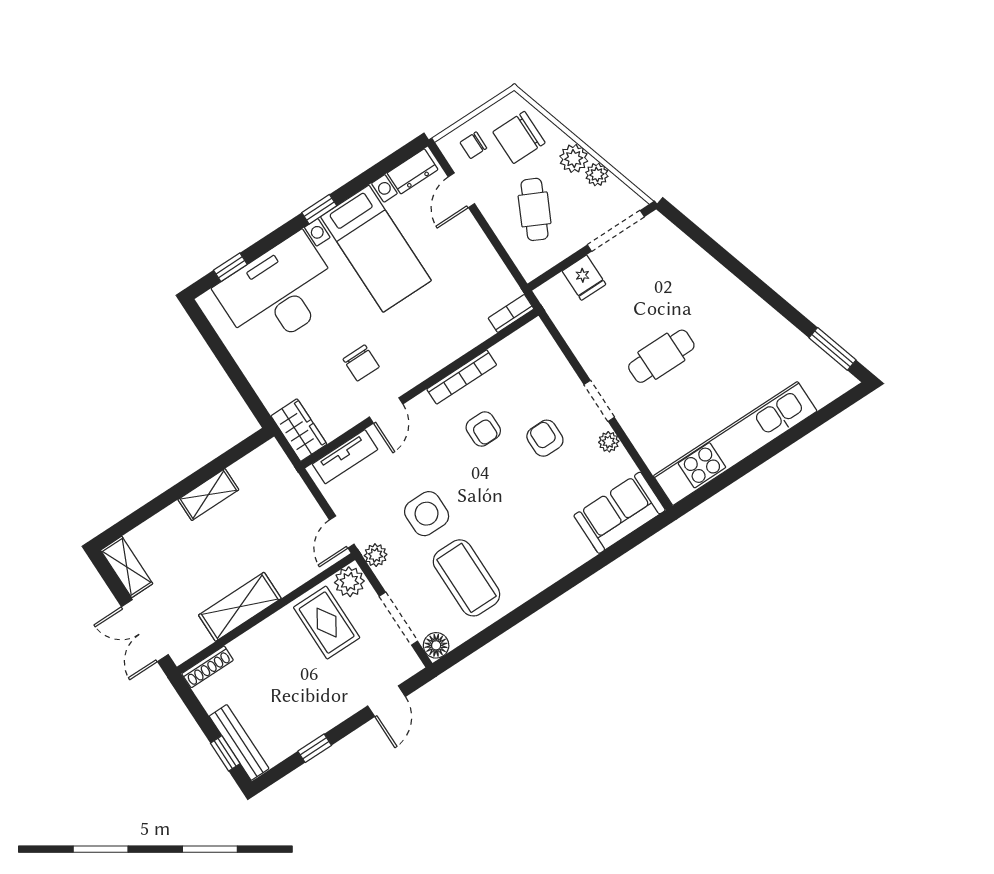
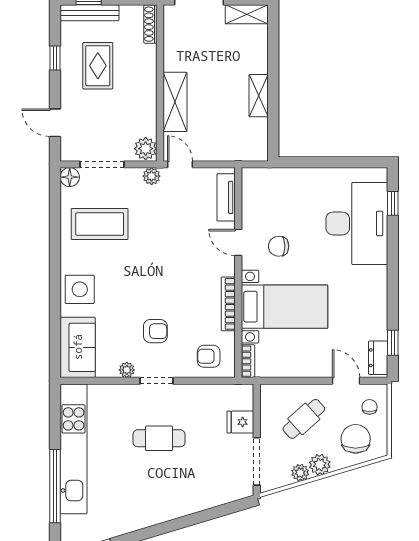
window: (319, 209) -> (393, 343), moved
cafe table: (535, 209) -> (304, 419), turned -68
bed with nightstands: (376, 249) -> (285, 307), moved, turned 180
cafe table: (661, 356) -> (159, 438), turned 90
armchair: (483, 429) -> (209, 356), moved
wardrobe: (299, 430) -> (262, 179), removed
window: (790, 437) -> (55, 486), added
side table: (427, 514) -> (80, 289), moved
shelving: (240, 607) -> (175, 102), moved
rug: (327, 623) -> (98, 66), moved, turned 90

